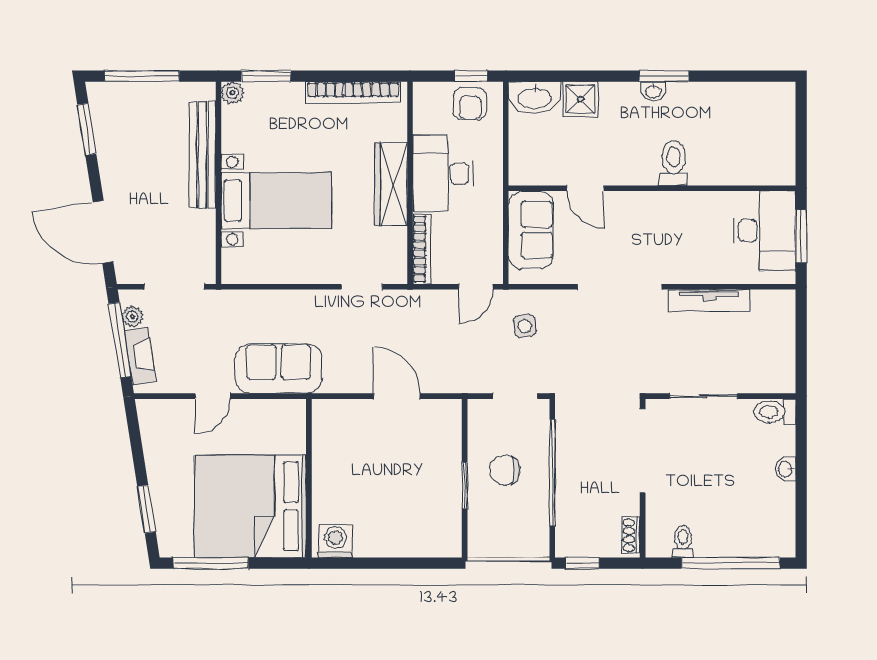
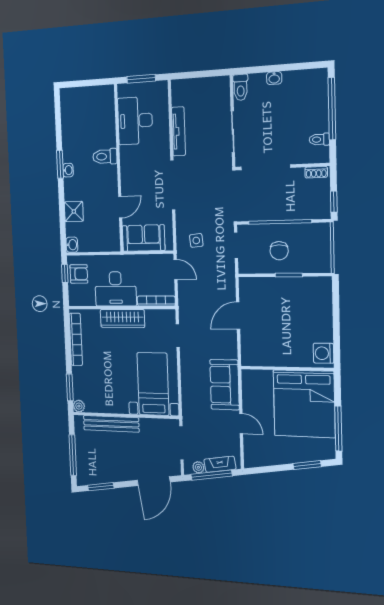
washbasin: (535, 98) -> (72, 245), width x0.52, depth x0.69
bed with nightstands: (276, 201) -> (153, 384), moved
desk: (765, 231) -> (135, 121), moved, turned -90

